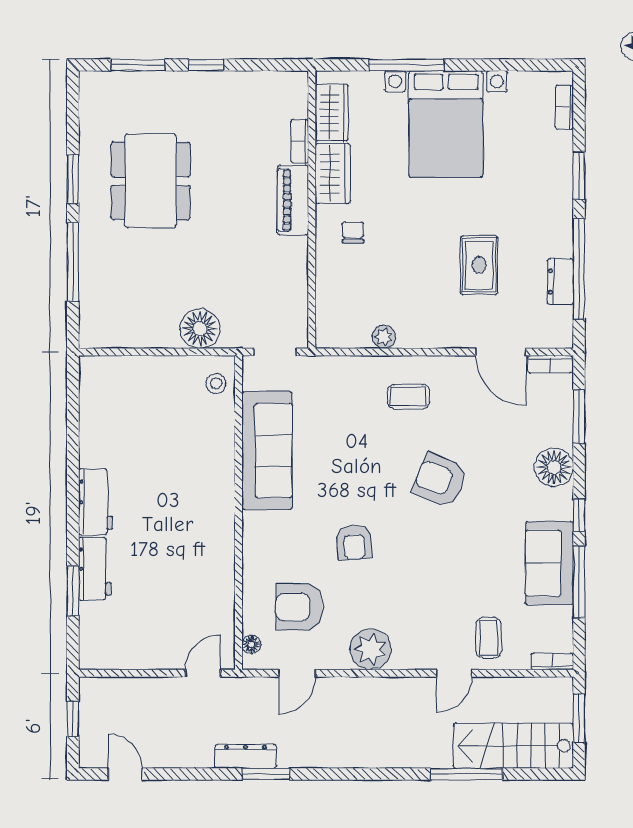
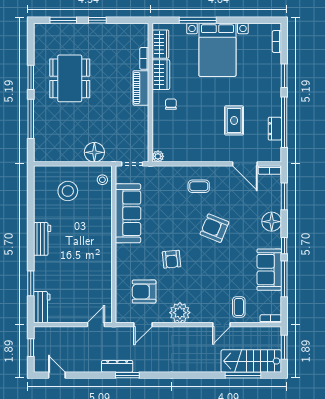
plant: (384, 337) -> (158, 156), moved
stool: (147, 406) -> (68, 191), added
workbench: (95, 569) -> (42, 307), moved
floor lamp: (251, 644) -> (120, 310), removed
window: (467, 774) -> (243, 375), moved

